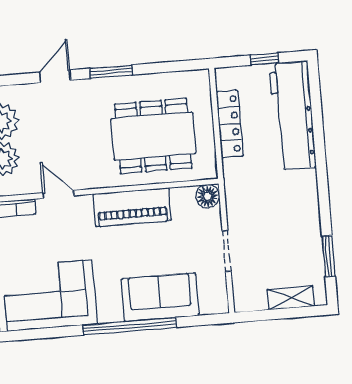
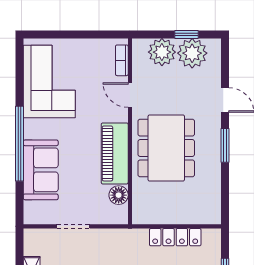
dining table: (153, 136) -> (166, 148), moved
door: (58, 194) -> (130, 95), swing flipped
floor lamp: (208, 196) -> (119, 195), moved

